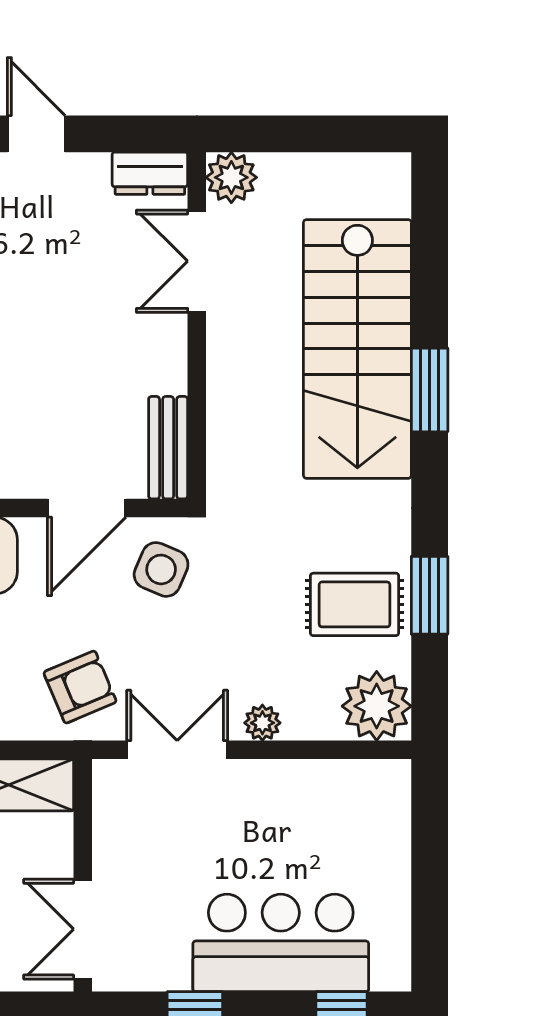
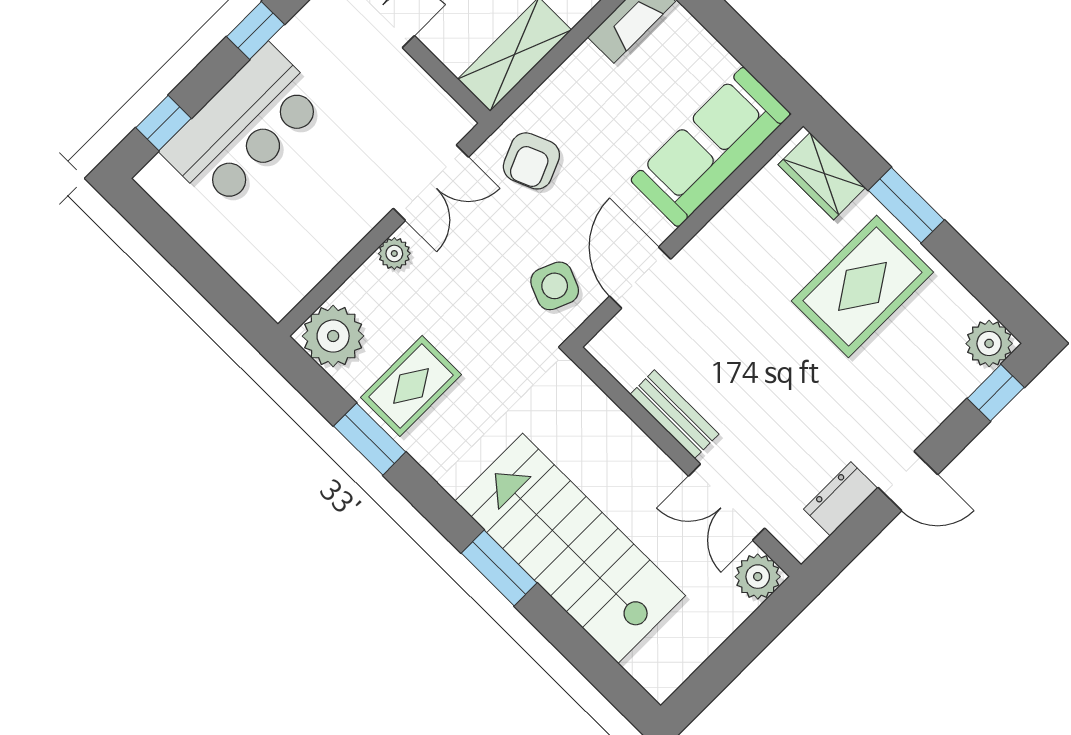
dresser: (150, 173) -> (841, 499), moved
double door: (197, 261) -> (727, 502), swing flipped
bench: (168, 448) -> (674, 414), moved

